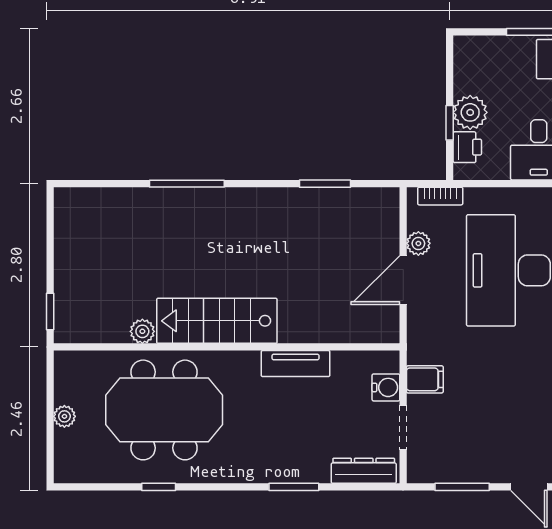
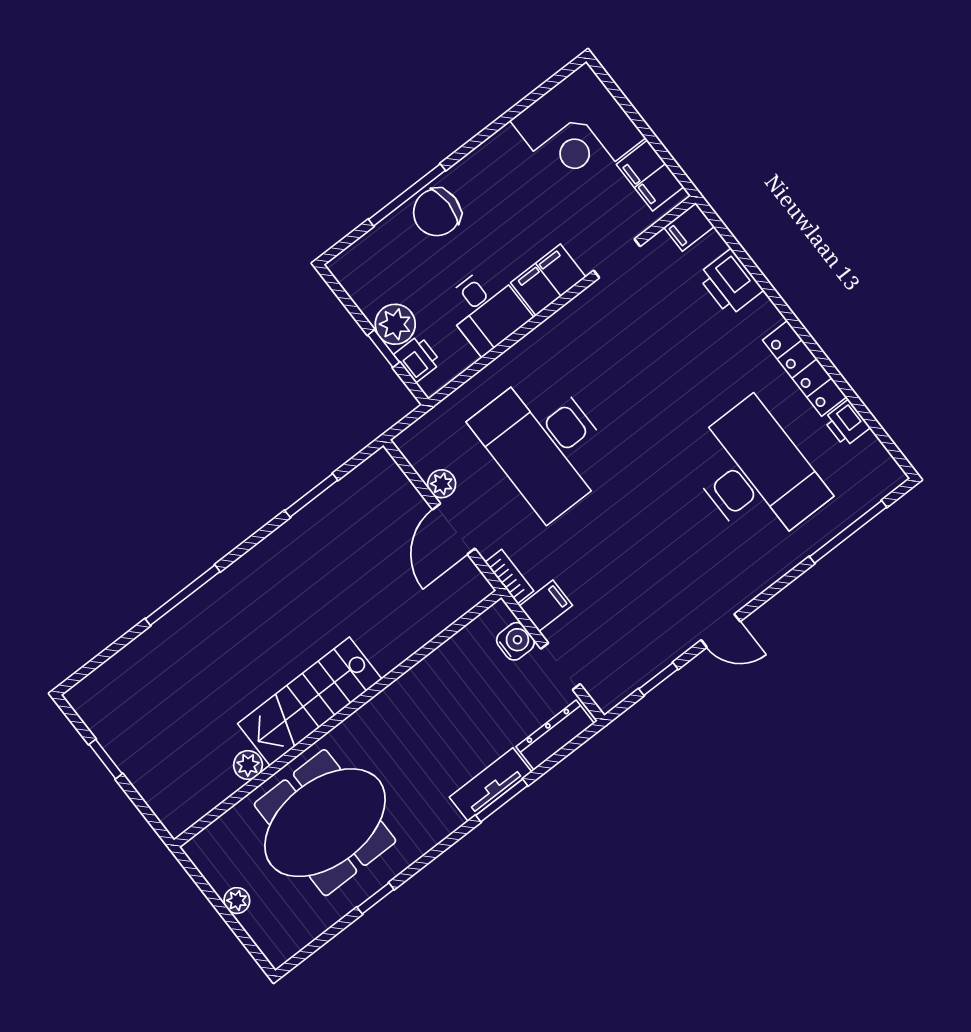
bookcase: (440, 196) -> (509, 577), moved, turned -90
window: (50, 312) -> (106, 759), moved
tv unit: (296, 364) -> (491, 784), moved, turned 180
window: (462, 487) -> (658, 679), width x0.67

